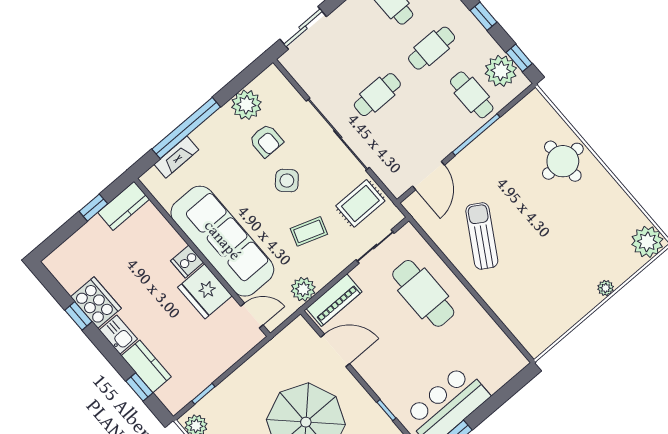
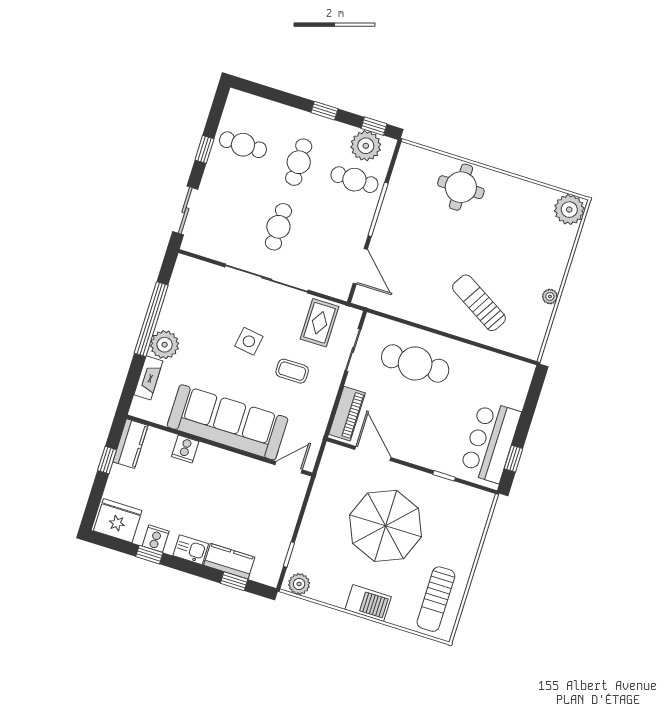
plant: (246, 105) -> (165, 345), moved
window: (186, 128) -> (151, 319), moved
armchair: (266, 141) -> (212, 320), removed
side table: (287, 181) -> (249, 341), turned -34
coffee table: (309, 231) -> (292, 371), turned 71
sun lounger: (482, 236) -> (479, 303), moved
cooker: (187, 262) -> (185, 449), moved
plant: (606, 288) -> (550, 296), moved
plant: (303, 289) -> (317, 420), removed
fridge: (205, 291) -> (118, 521), moved, turned 180
cooker: (96, 303) -> (156, 539), width x0.53, depth x0.76
door: (335, 350) -> (373, 453), hinge flipped

